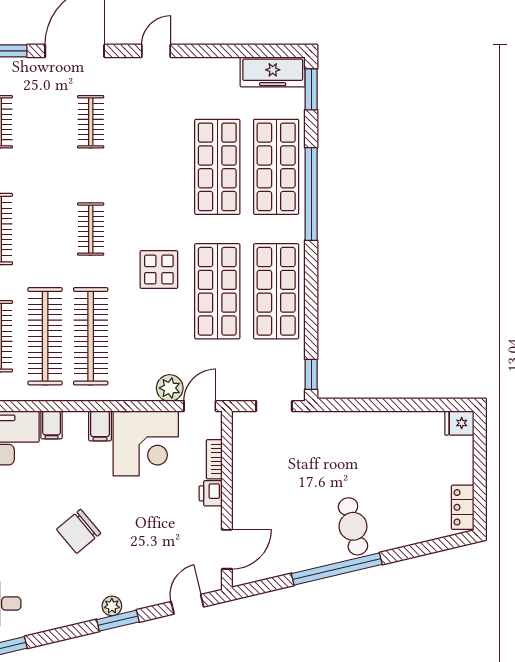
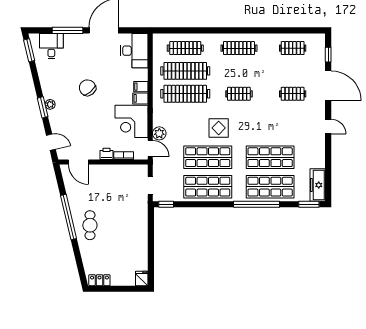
filing cabinet: (51, 425) -> (141, 87), moved
cafe table: (353, 526) -> (90, 225), turned -76

